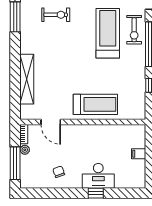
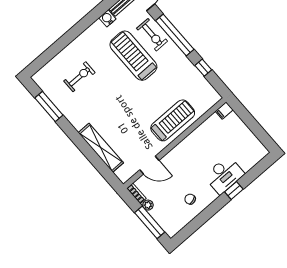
filing cabinet: (139, 154) -> (224, 111), moved

